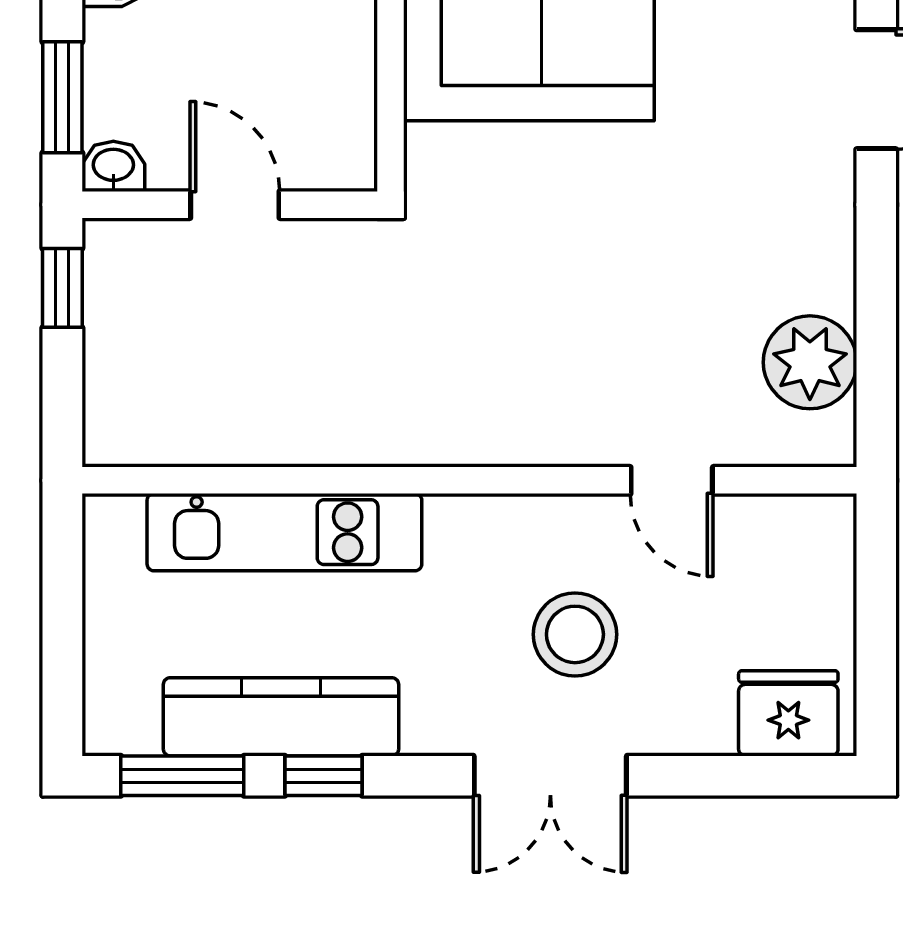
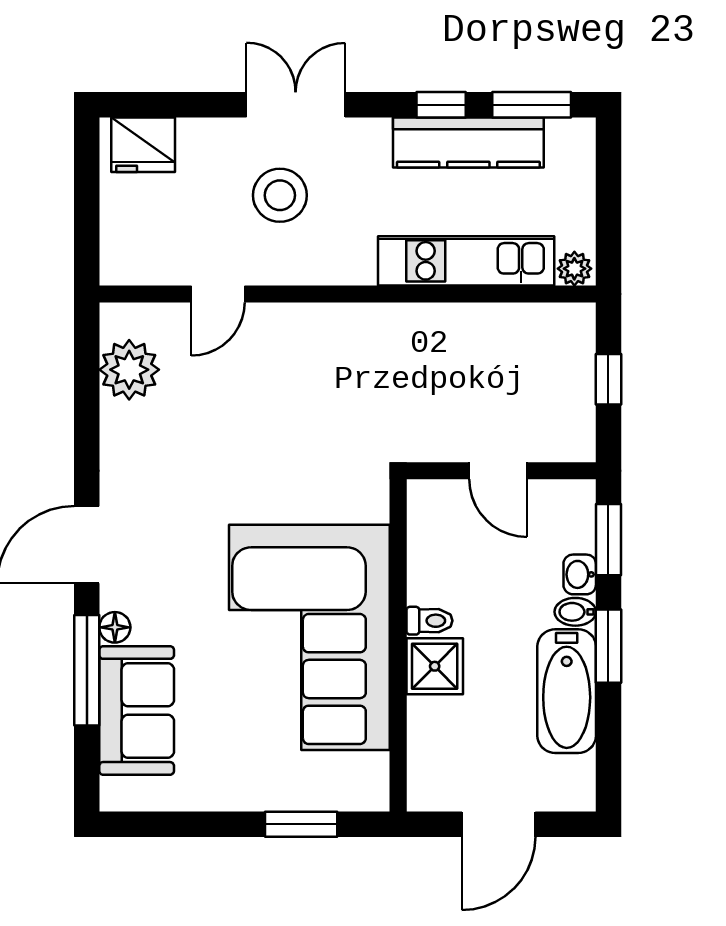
washbasin: (113, 166) -> (580, 574), moved, turned 90
window: (62, 288) -> (608, 379), moved
door: (672, 480) -> (218, 294), swing flipped
plant: (115, 520) -> (574, 269), added

